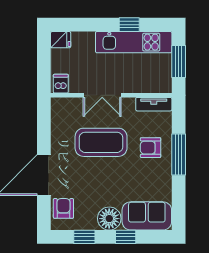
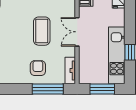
coffee table: (101, 142) -> (42, 31), width x0.73, depth x0.76
window: (179, 155) -> (48, 89), moved

